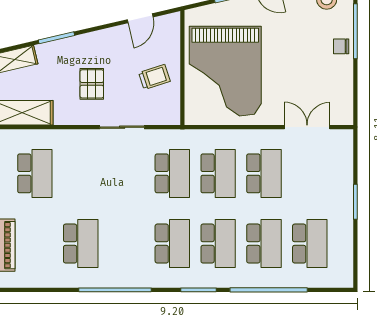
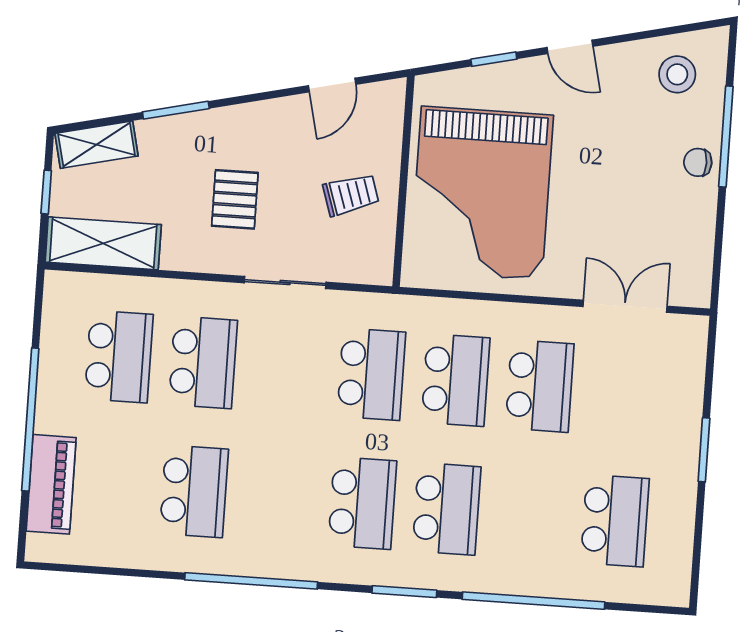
school desk: (264, 244) -> (203, 362), moved

